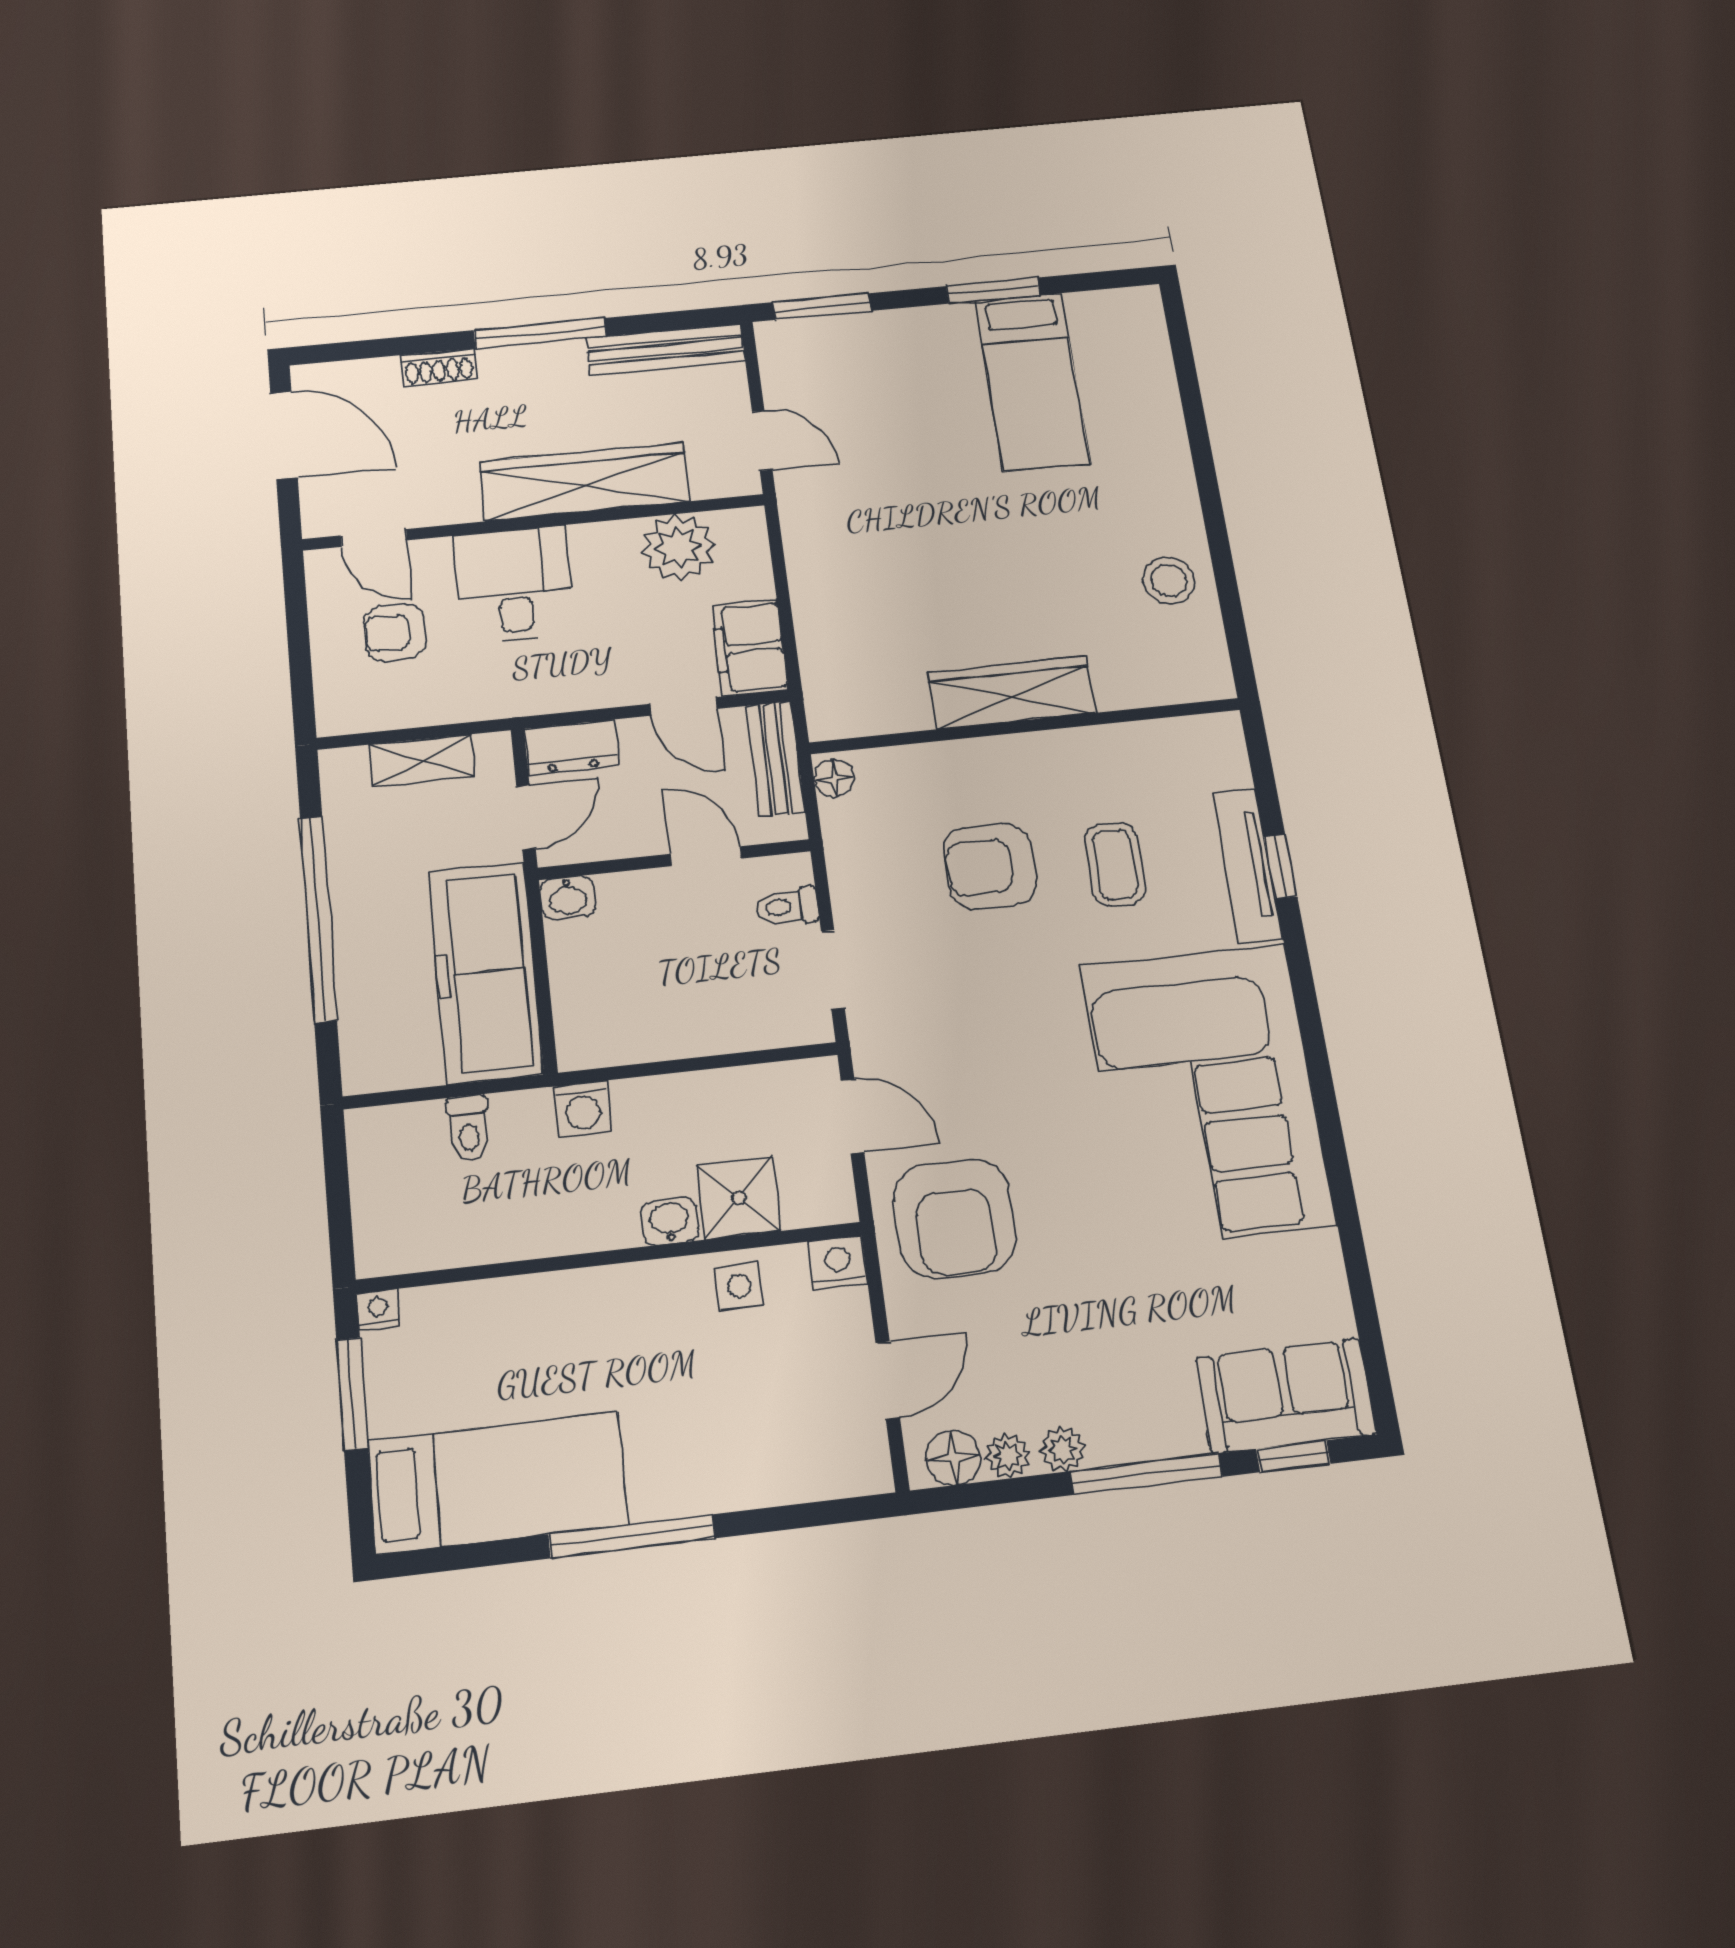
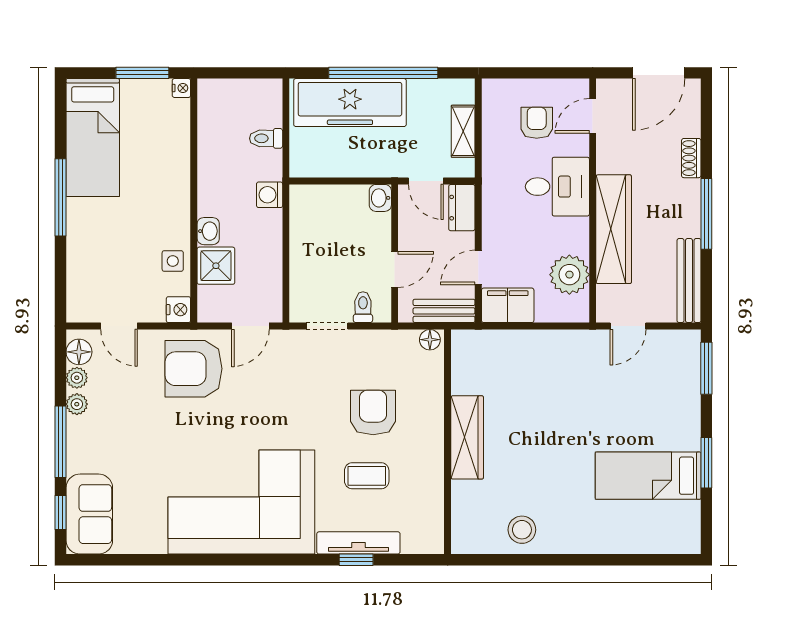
freezer: (486, 972) -> (350, 103), moved, turned 180

